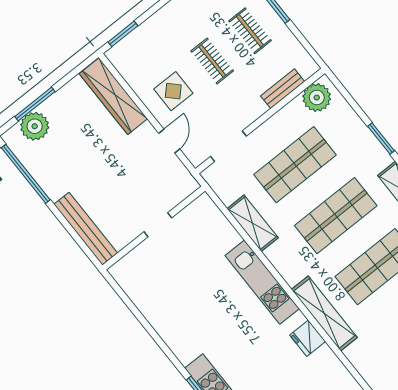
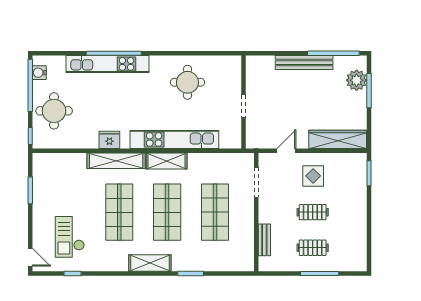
plant: (317, 98) -> (244, 255), removed
door: (169, 141) -> (286, 151), swing flipped
shelving: (253, 223) -> (167, 161), moved
bench: (86, 229) -> (304, 63), moved
kitchen unit: (262, 282) -> (174, 139), width x1.36
round table: (180, 304) -> (187, 82), added

